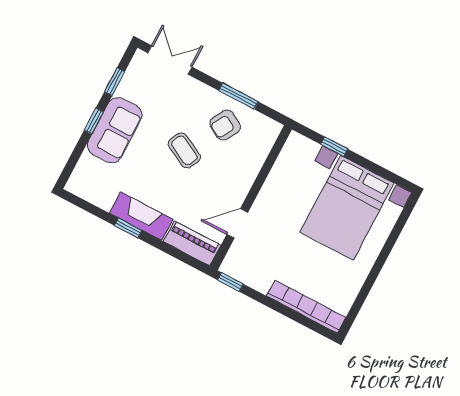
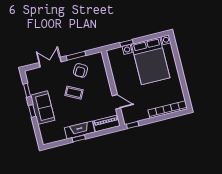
double door: (170, 60) -> (50, 62), moved
door: (237, 224) -> (116, 102), swing flipped

